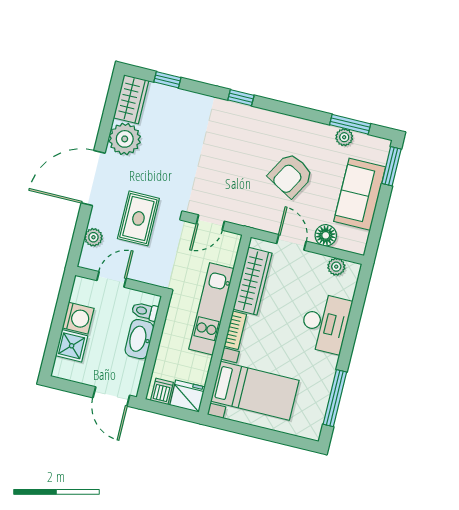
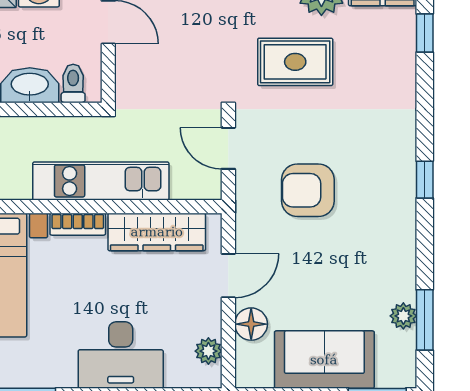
window: (241, 98) -> (425, 180), moved
armchair: (291, 175) -> (308, 190), moved, turned -30
rug: (138, 218) -> (295, 62), moved

